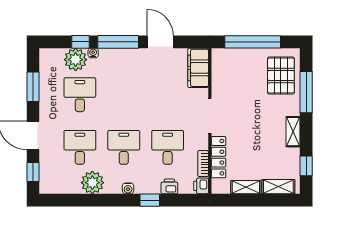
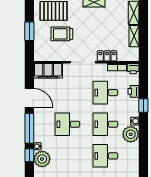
door: (160, 42) -> (29, 98), swing flipped
window: (253, 42) -> (29, 31), width x0.47
trolley: (249, 87) -> (62, 34), added
desk: (80, 95) -> (67, 124), moved
locker: (219, 157) -> (107, 56), width x0.66
plant: (92, 183) -> (131, 134), moved

